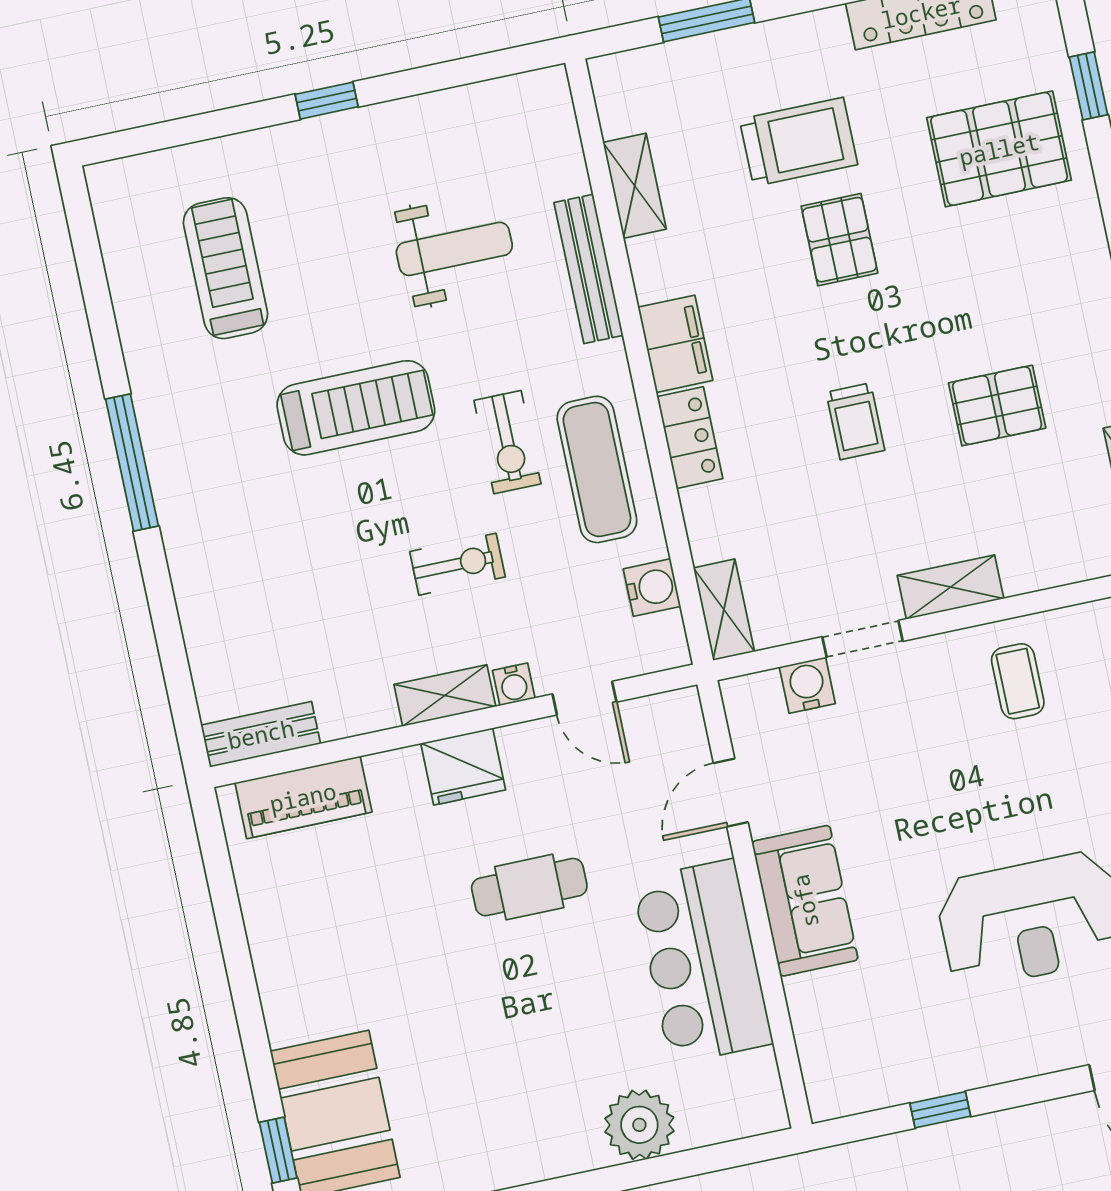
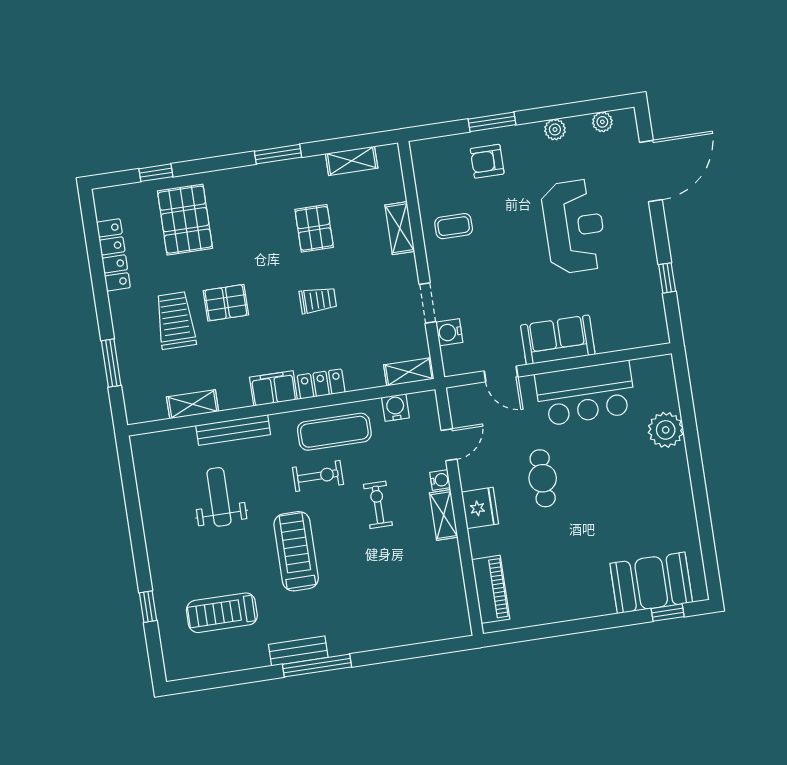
window: (327, 101) -> (148, 607), moved
shelving: (950, 587) -> (400, 228), moved
bench: (261, 734) -> (298, 651), moved, turned 90

